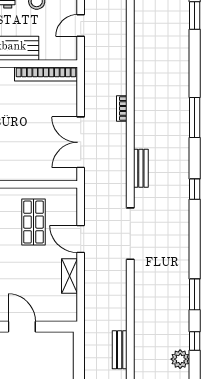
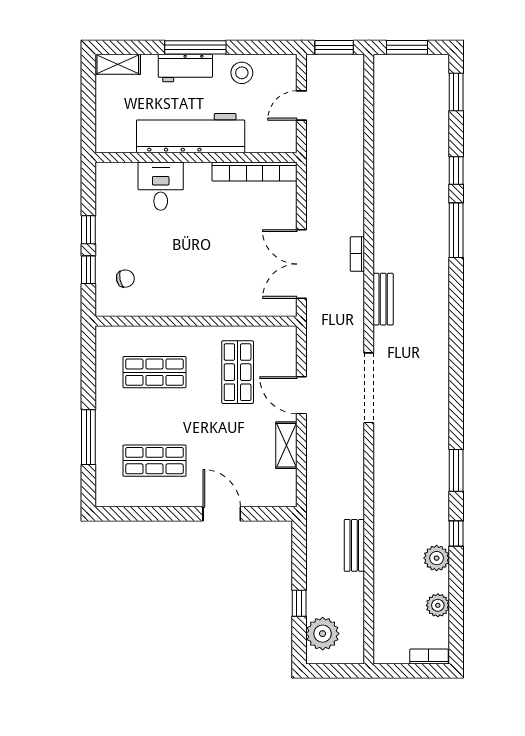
bookcase: (122, 108) -> (357, 254), moved
window: (195, 189) -> (456, 171), moved

